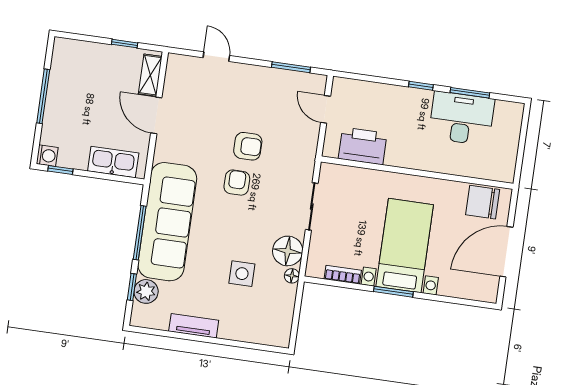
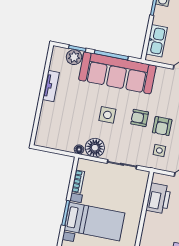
side table: (287, 149) -> (159, 150), added
armchair: (237, 183) -> (140, 118), turned 180
side table: (242, 274) -> (107, 115), moved

